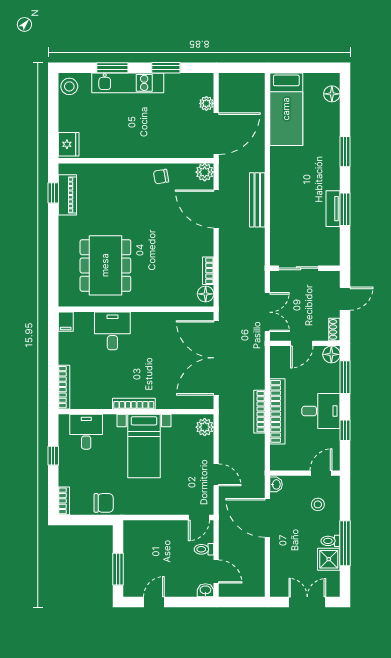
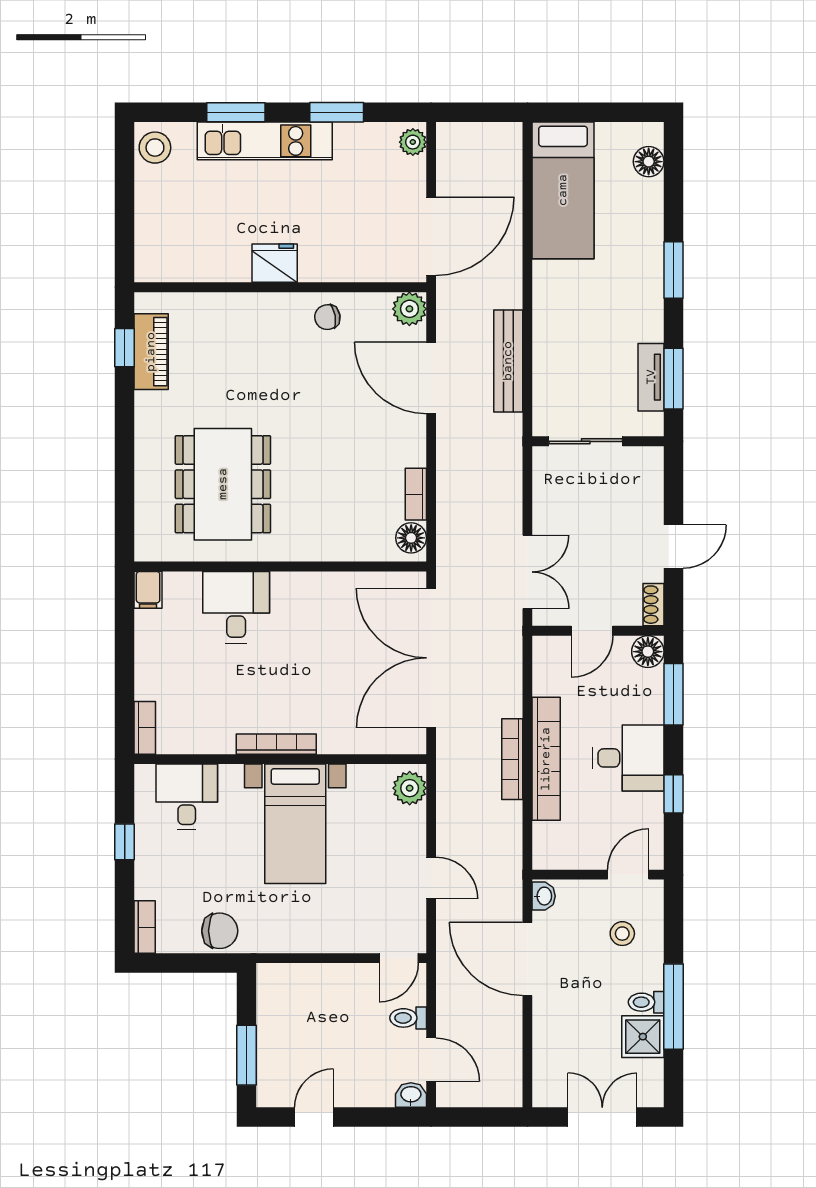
plant: (206, 103) -> (413, 142), moved
fridge: (69, 144) -> (275, 263), moved, turned -90
sliding door: (298, 268) -> (586, 441), moved
wall: (305, 268) -> (598, 441), moved
bookcase: (64, 387) -> (145, 728), width x0.64

